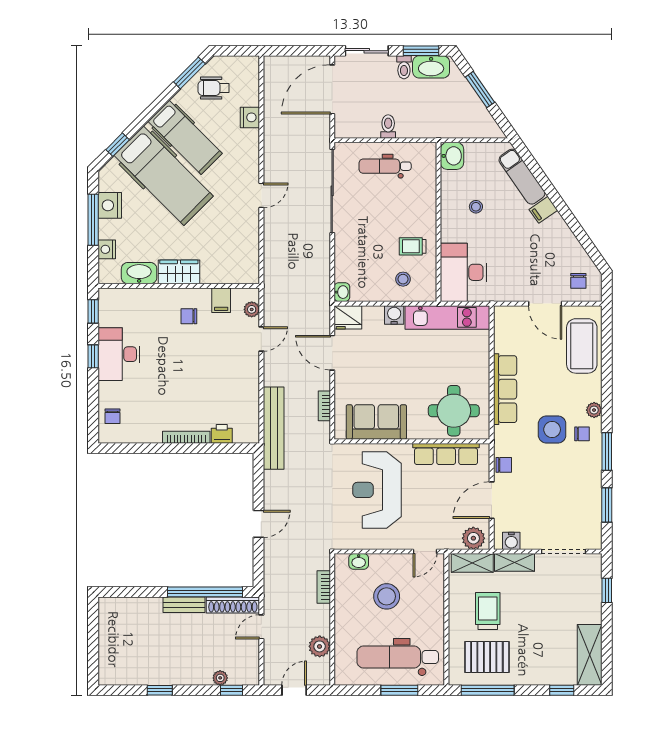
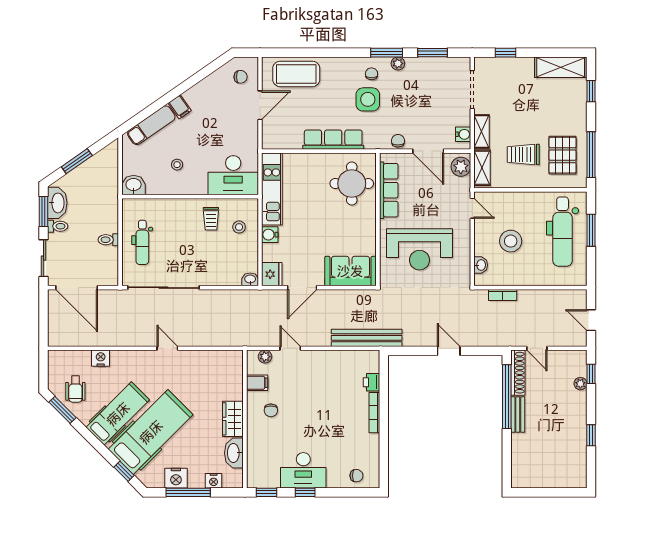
bookcase: (324, 406) -> (348, 294), removed
plant: (594, 410) -> (398, 64), moved
sofa: (376, 422) -> (350, 271), moved, turned 90
plant: (320, 646) -> (554, 298), removed

